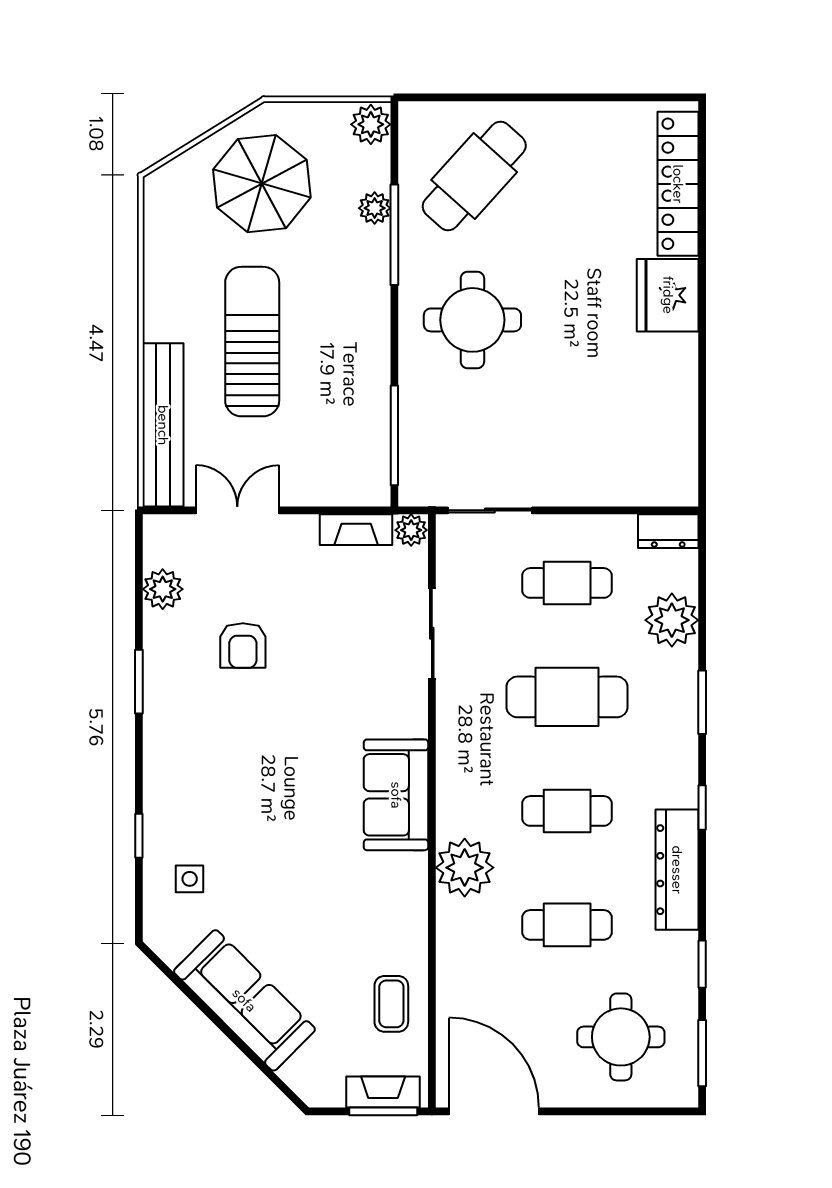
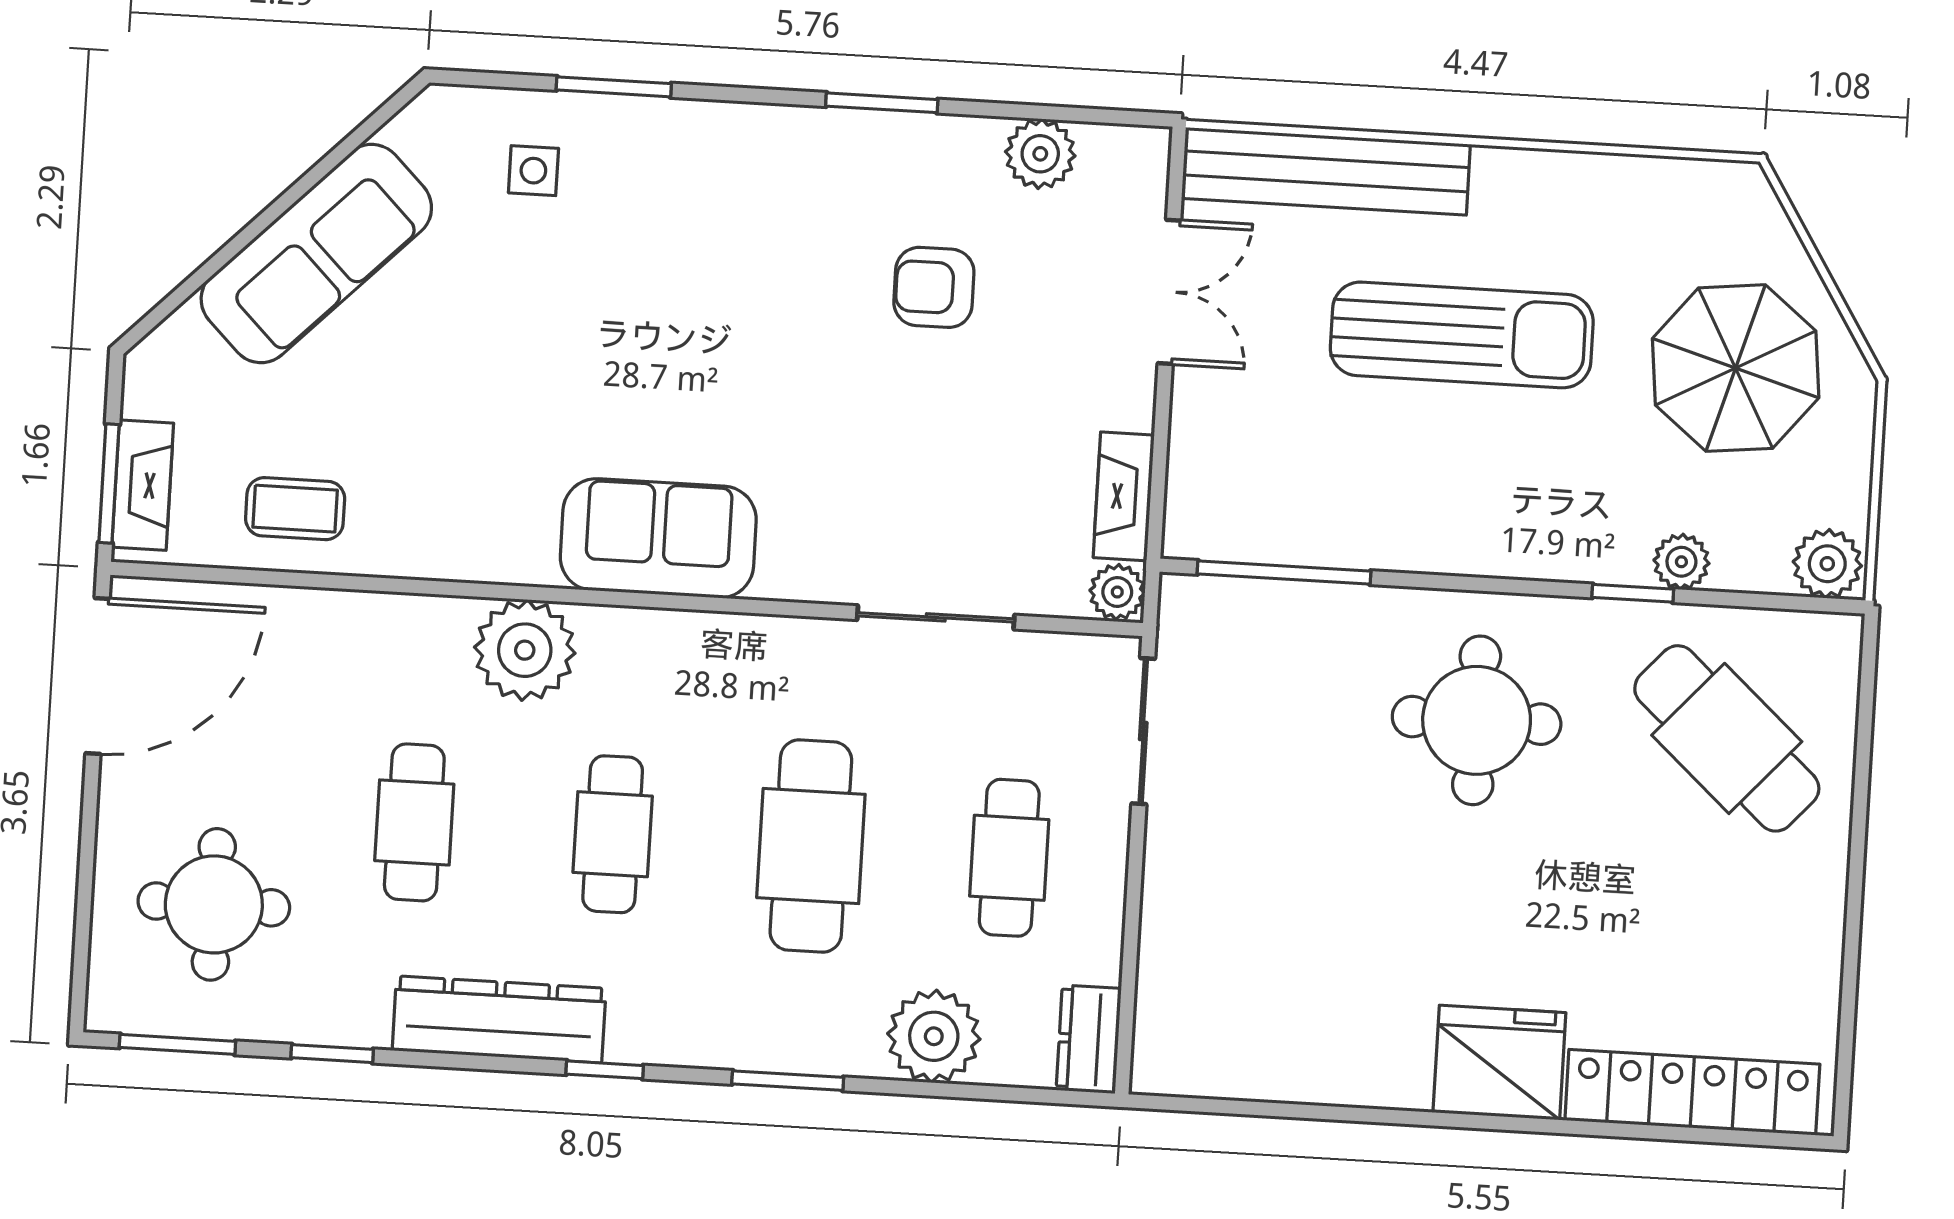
window: (394, 235) -> (1633, 593), width x0.46
window: (139, 836) -> (614, 87), width x1.50

